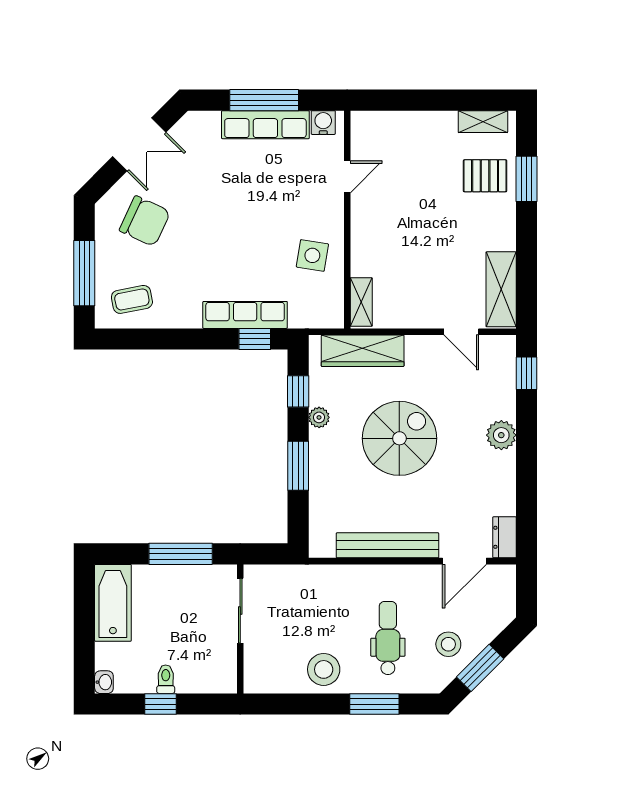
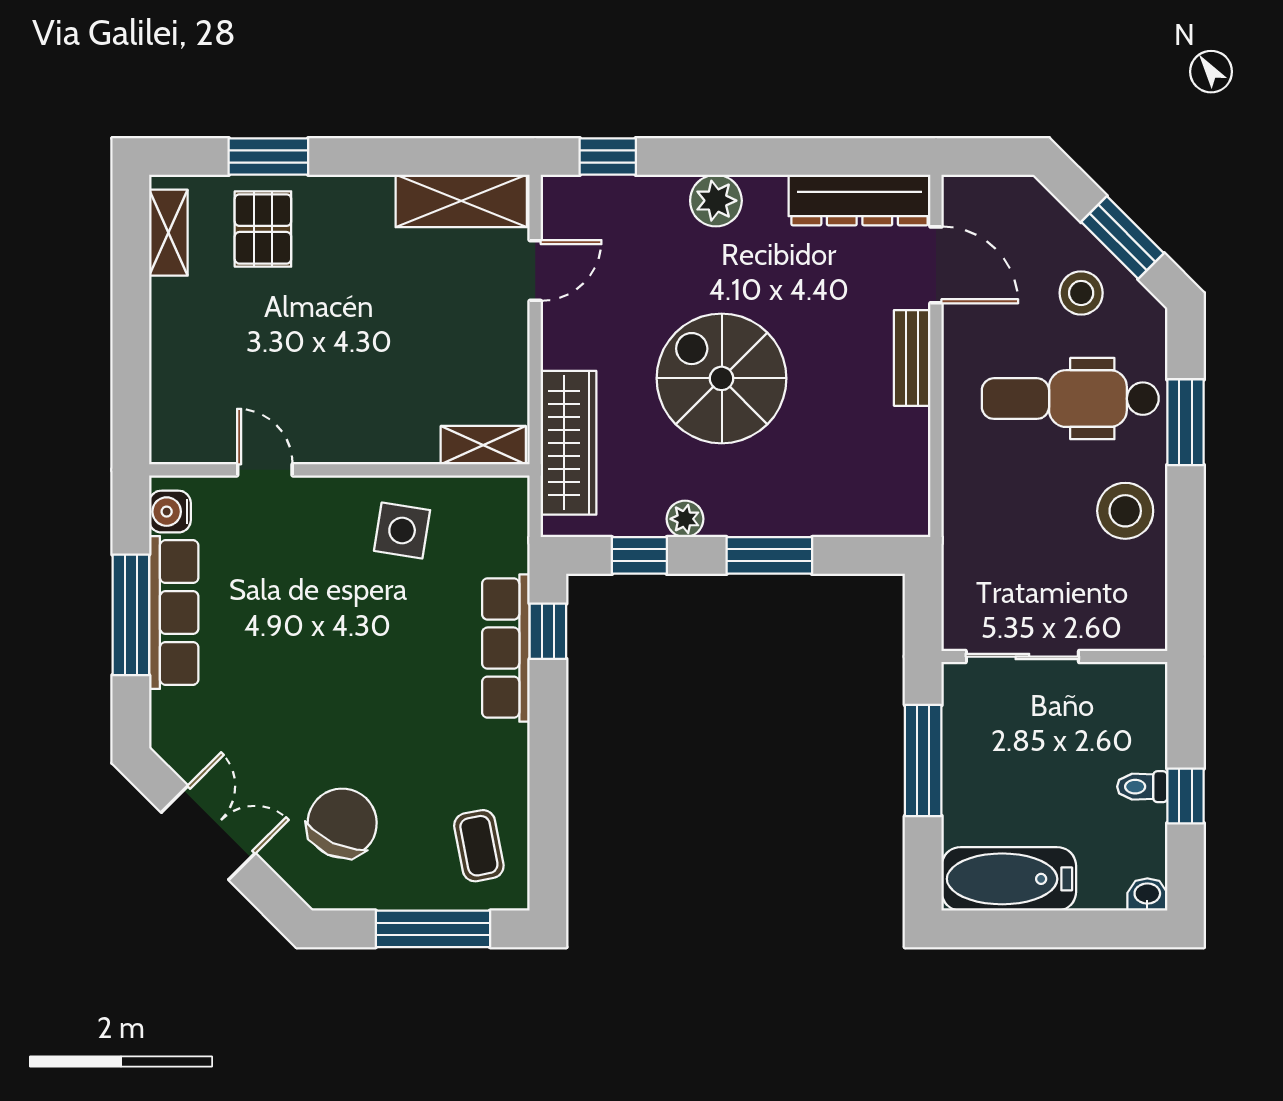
dresser: (504, 537) -> (860, 200), width x1.96, depth x1.24
bench: (387, 545) -> (912, 358), width x0.54, depth x0.82
dental chair: (388, 638) -> (1070, 399), width x1.36, depth x1.38

